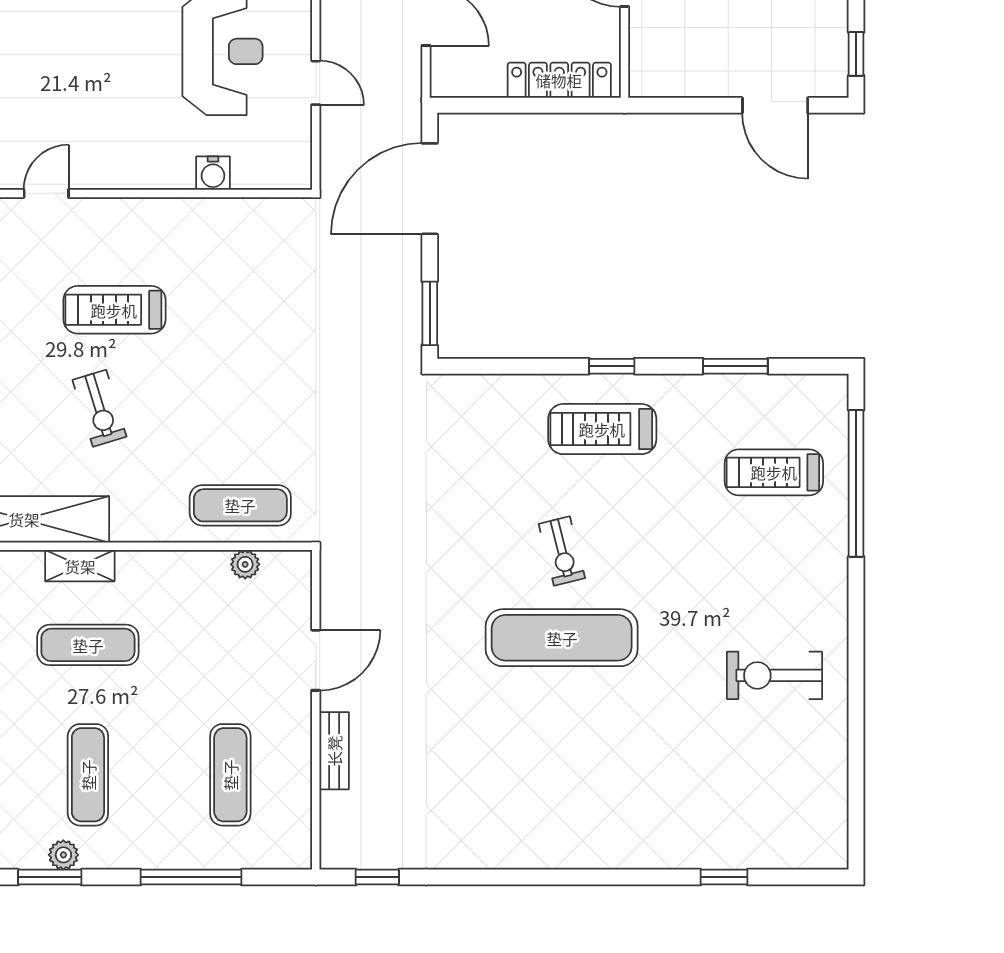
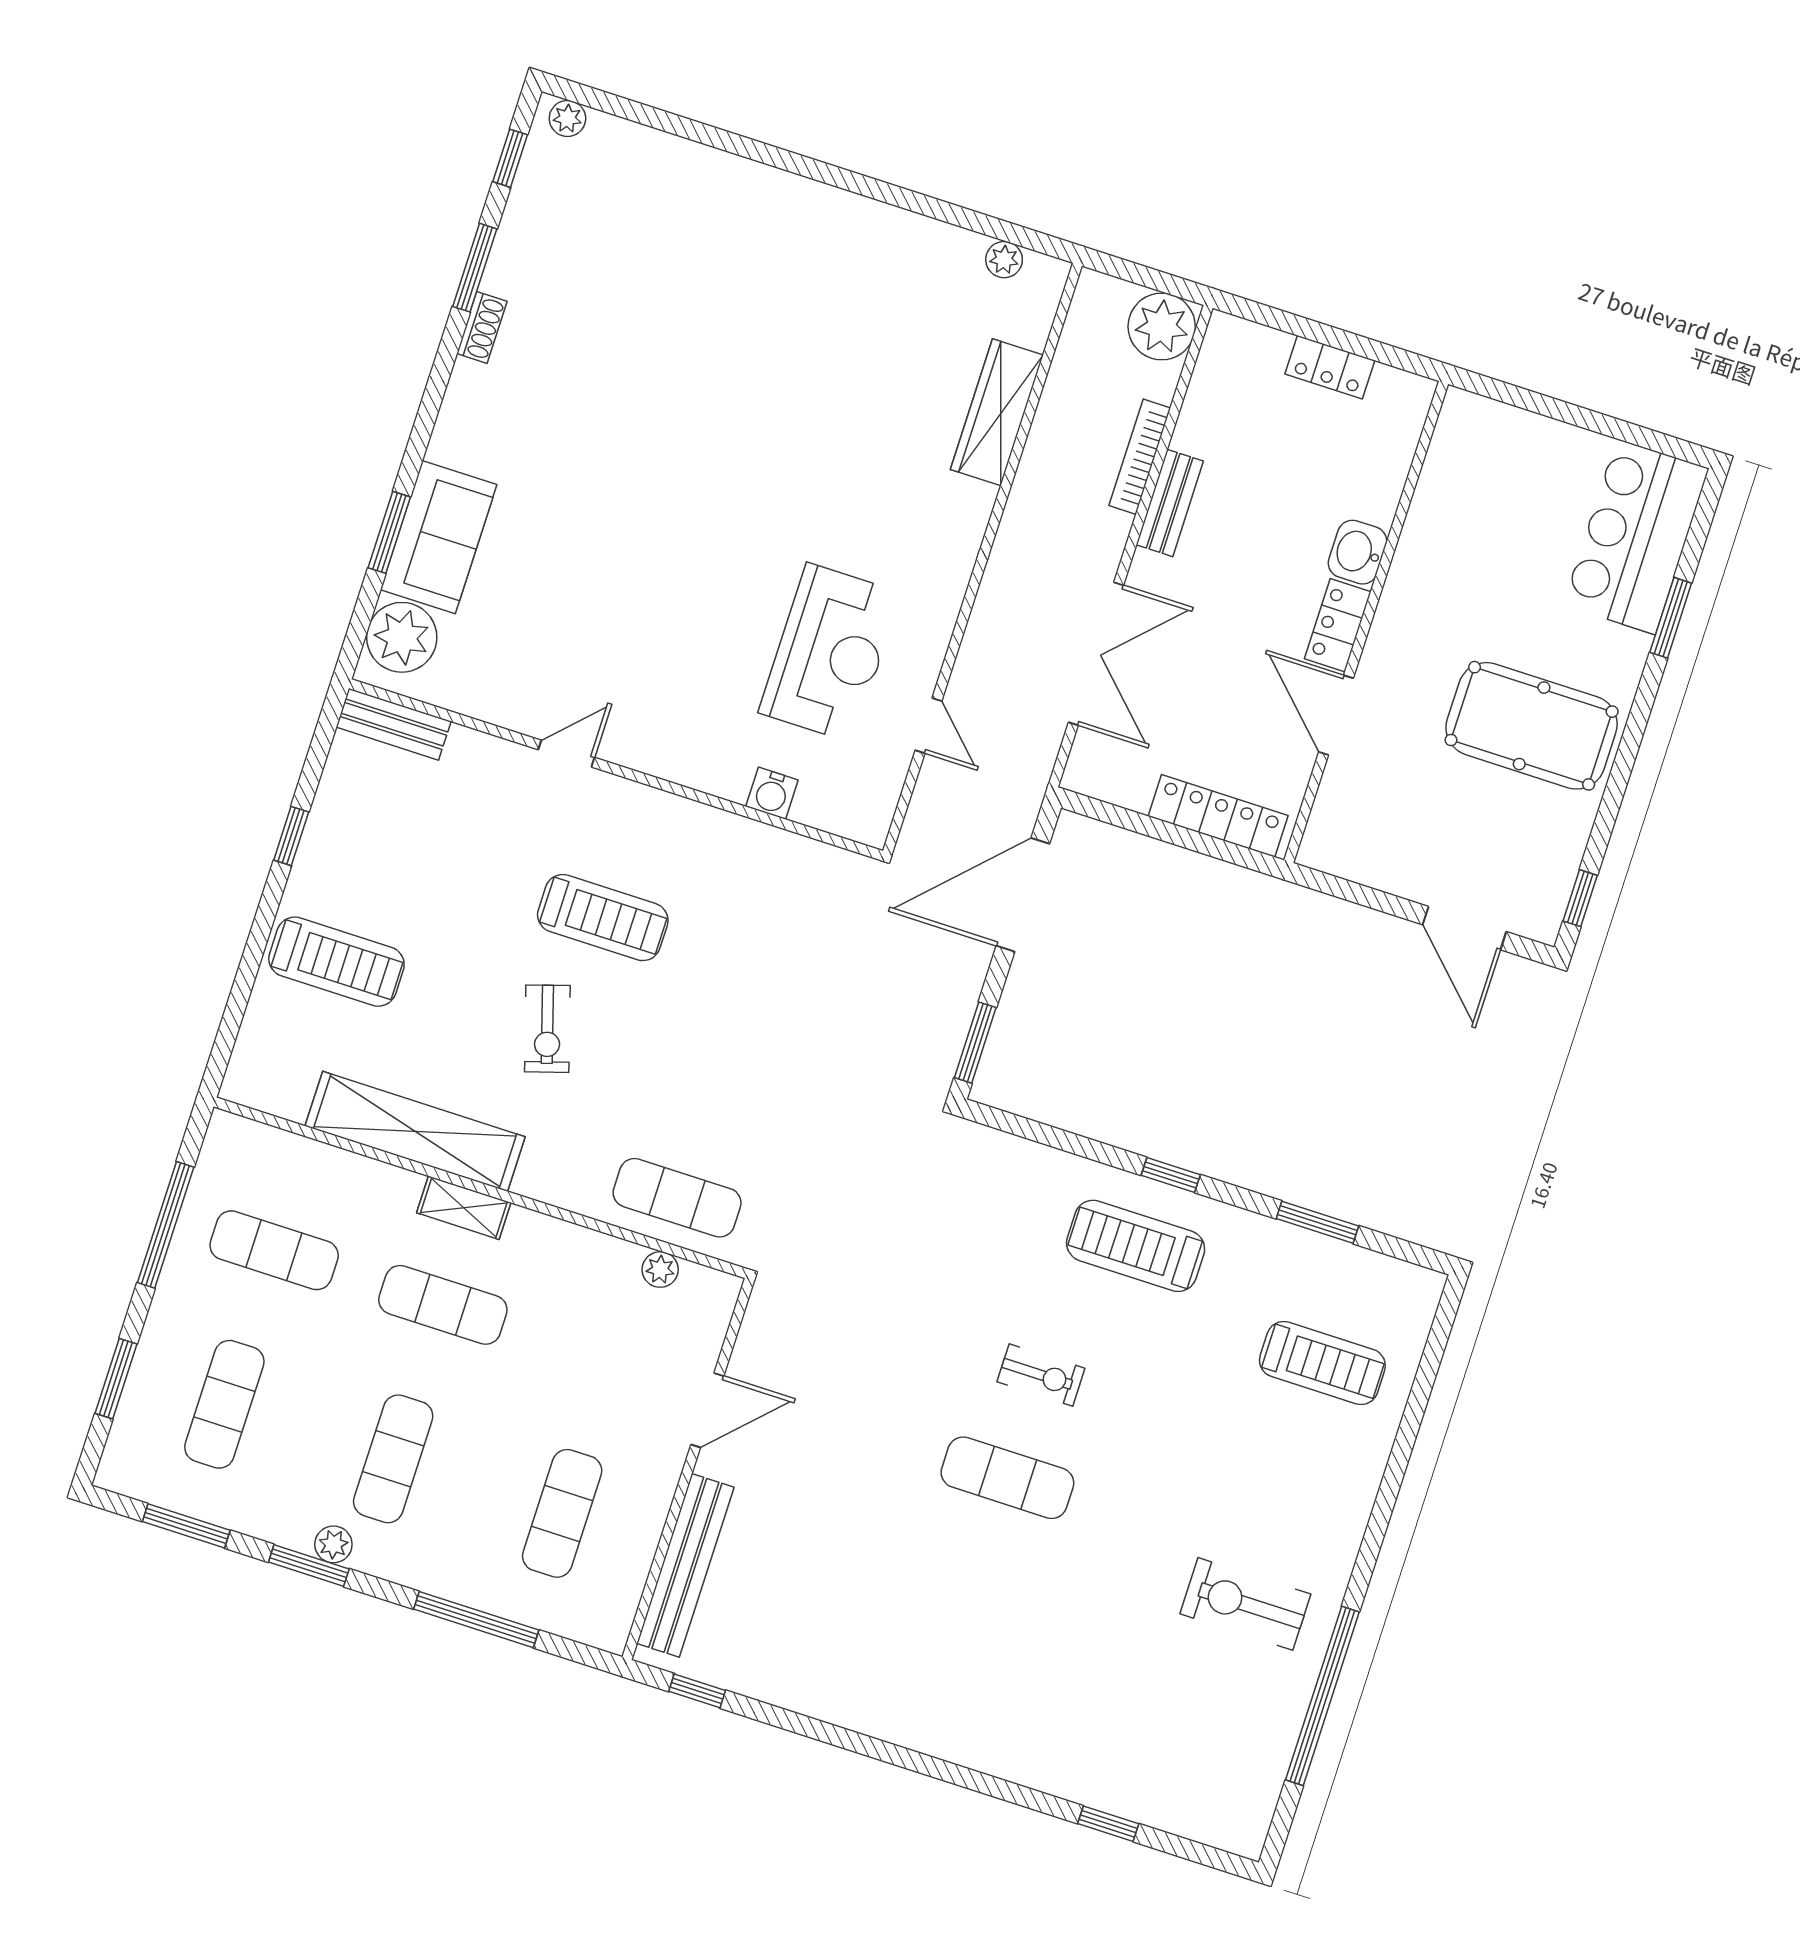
treadmill: (114, 310) -> (603, 918), turned 180
treadmill: (774, 472) -> (1322, 1363), turned 180
window: (856, 483) -> (1322, 1696), moved
exercise bike: (562, 551) -> (1041, 1375), turned -76
exercise mat: (562, 638) -> (1007, 1478), width x0.73, depth x0.69
bench: (334, 751) -> (685, 1565), width x1.86, depth x1.21

